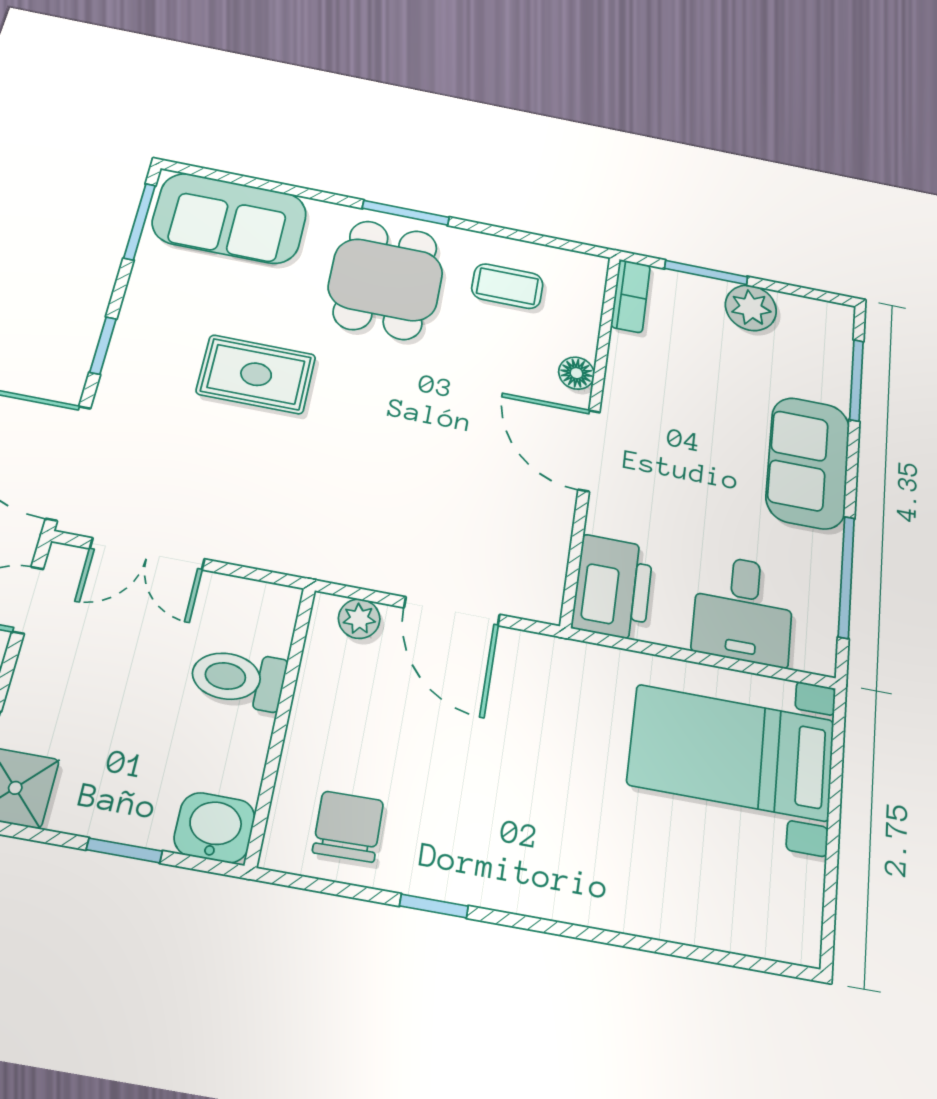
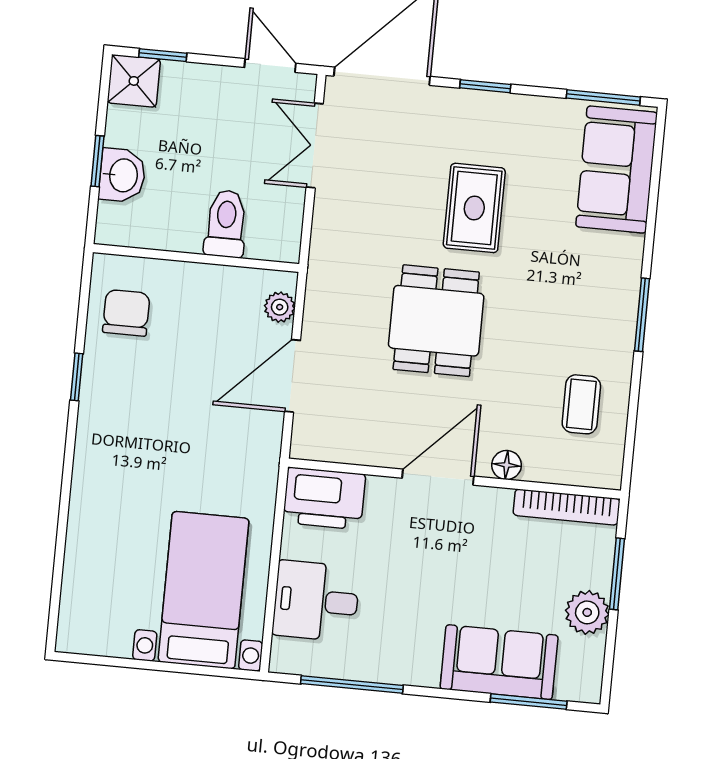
dining table: (385, 280) -> (436, 321), moved, turned 90
bookcase: (631, 296) -> (567, 507), width x1.56
sofa: (808, 463) -> (499, 662), moved
chair: (348, 826) -> (126, 313), turned -89
washbasin: (215, 828) -> (122, 175), moved

